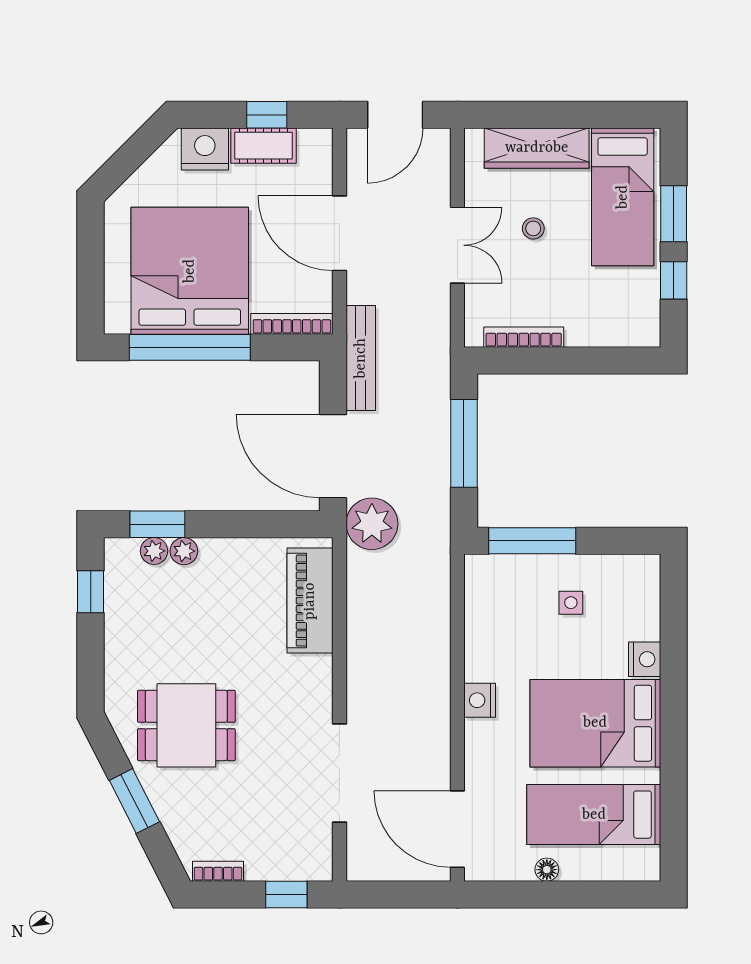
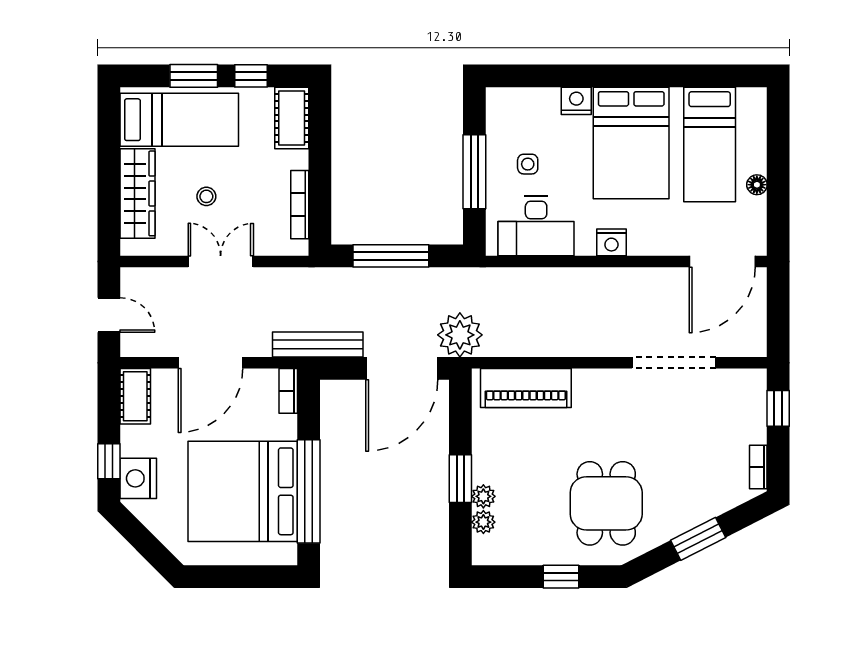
window: (267, 115) -> (109, 461), moved
door: (395, 115) -> (109, 315), width x0.73
cot: (263, 146) -> (135, 396), moved
bookcase: (292, 324) -> (288, 391), width x0.64
cot: (625, 328) -> (292, 118), added
window: (157, 524) -> (460, 479), moved
window: (532, 541) -> (474, 172), moved
window: (91, 592) -> (561, 577), moved
desk: (499, 612) -> (536, 226), added
dining table: (186, 725) -> (606, 503), moved

